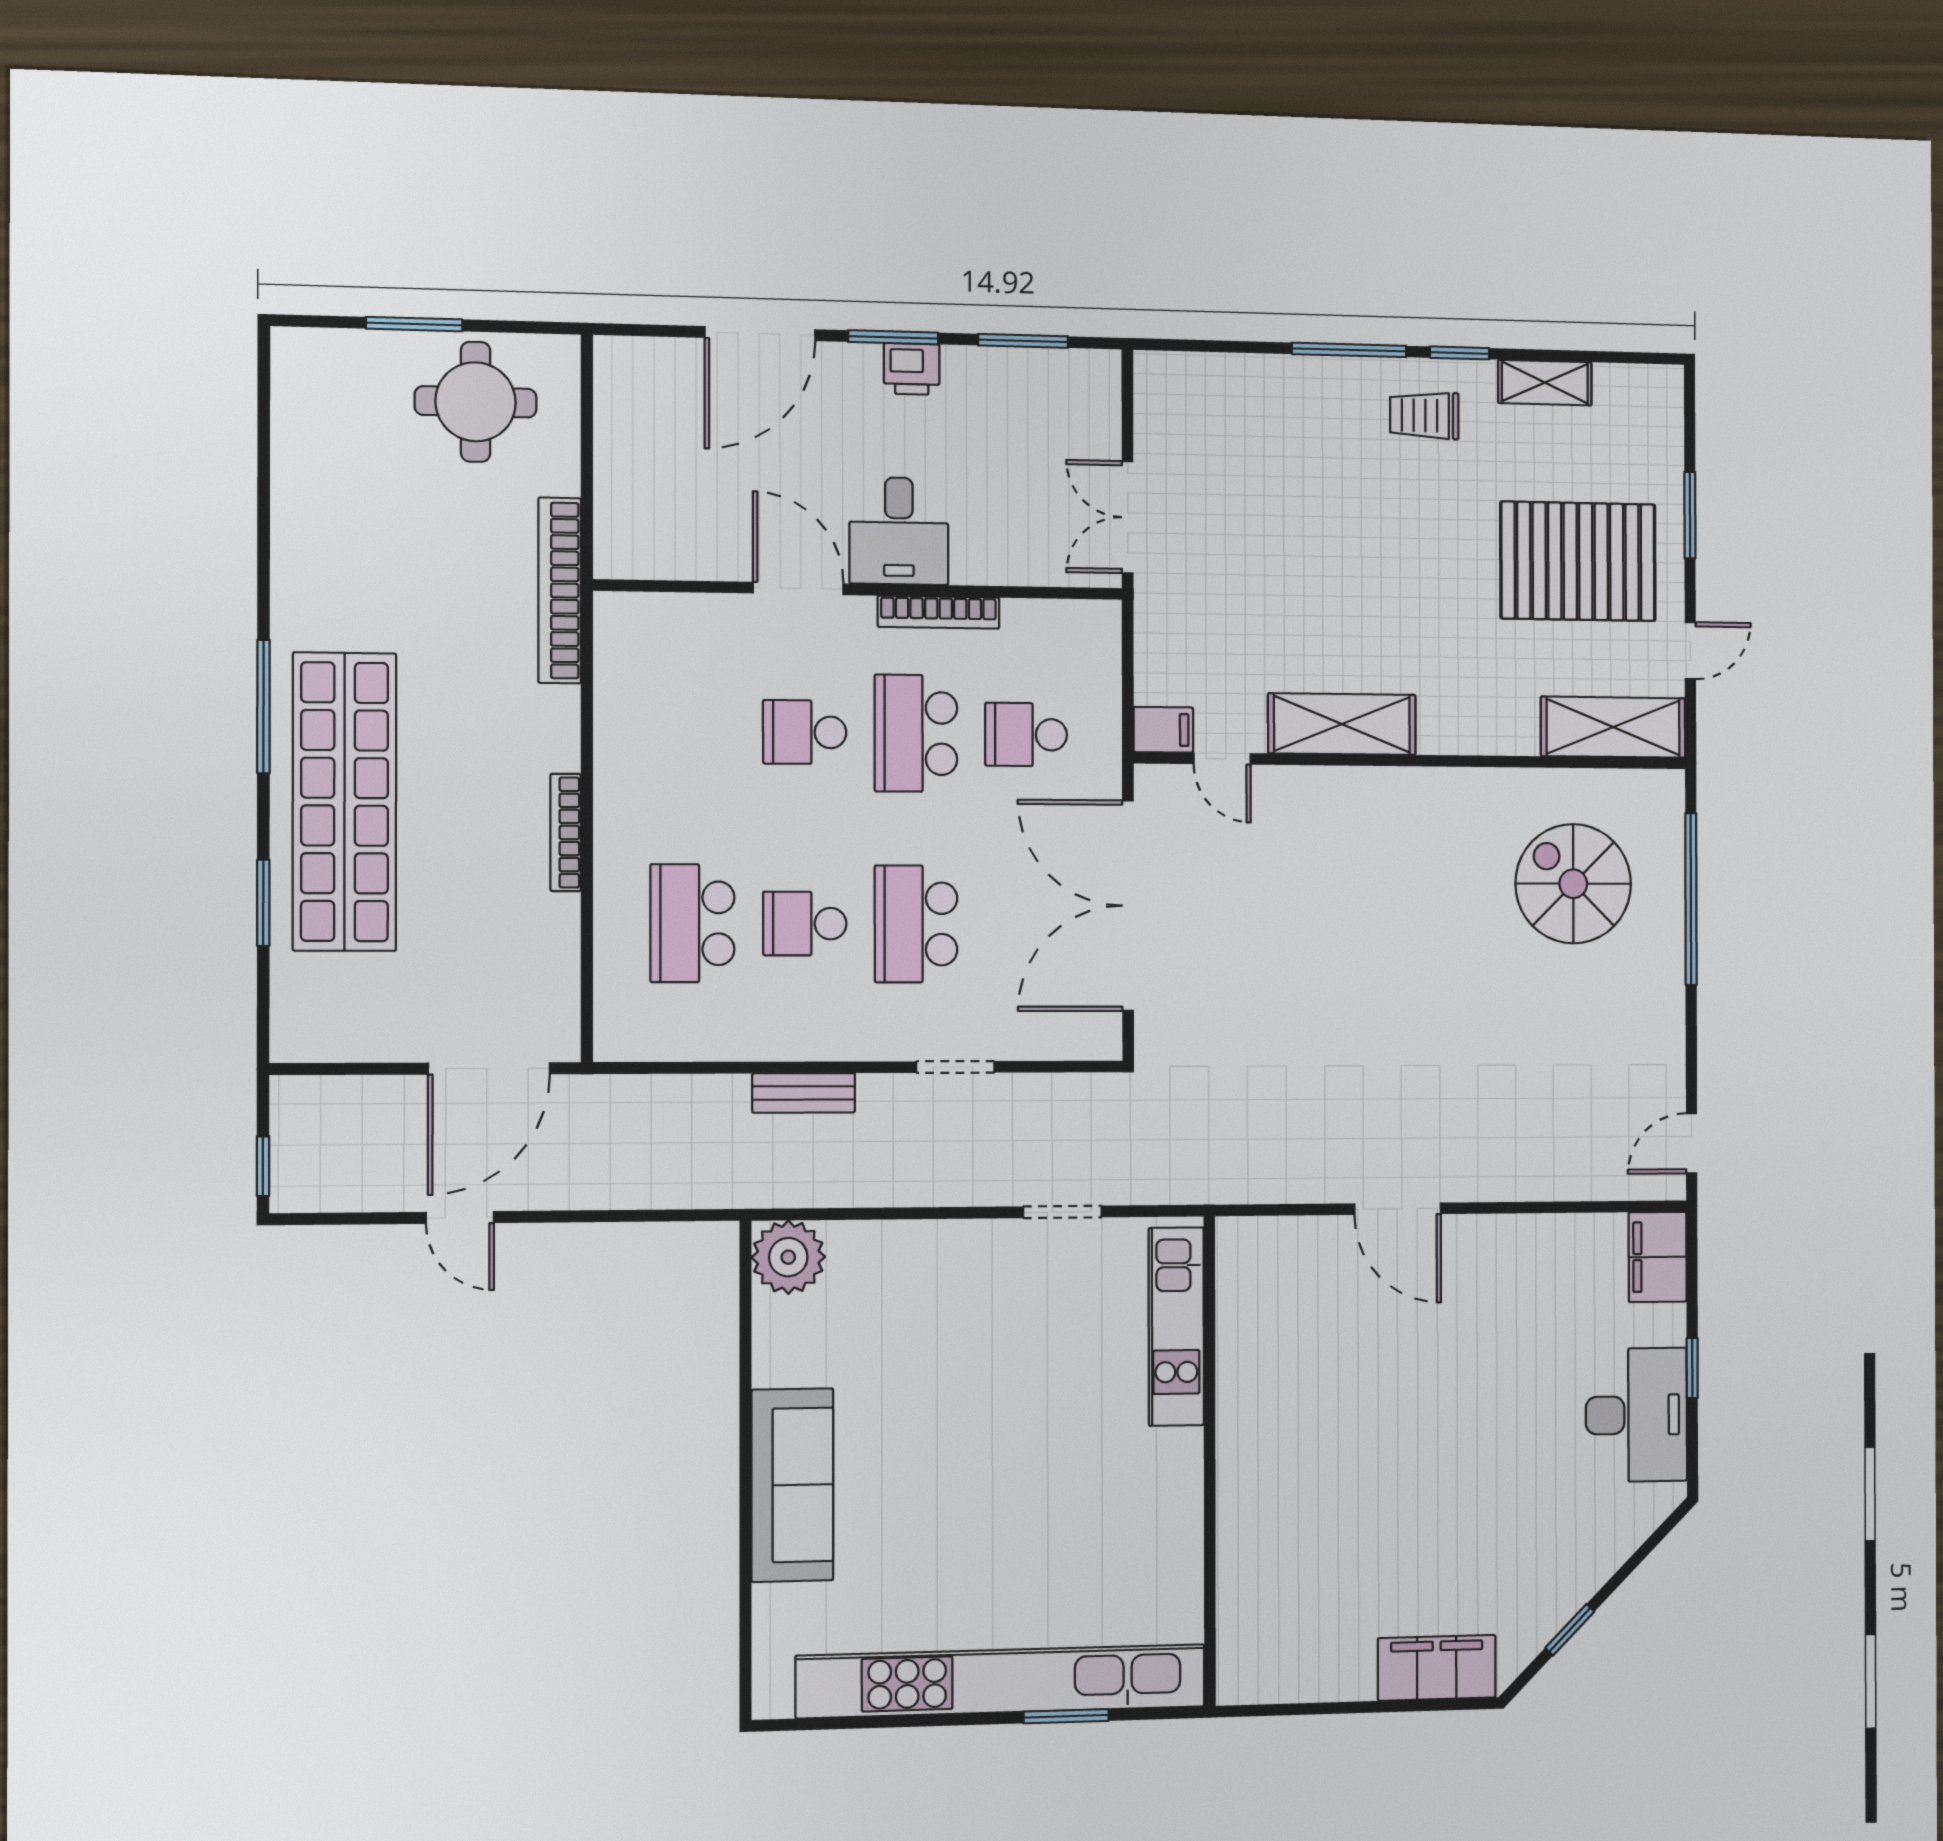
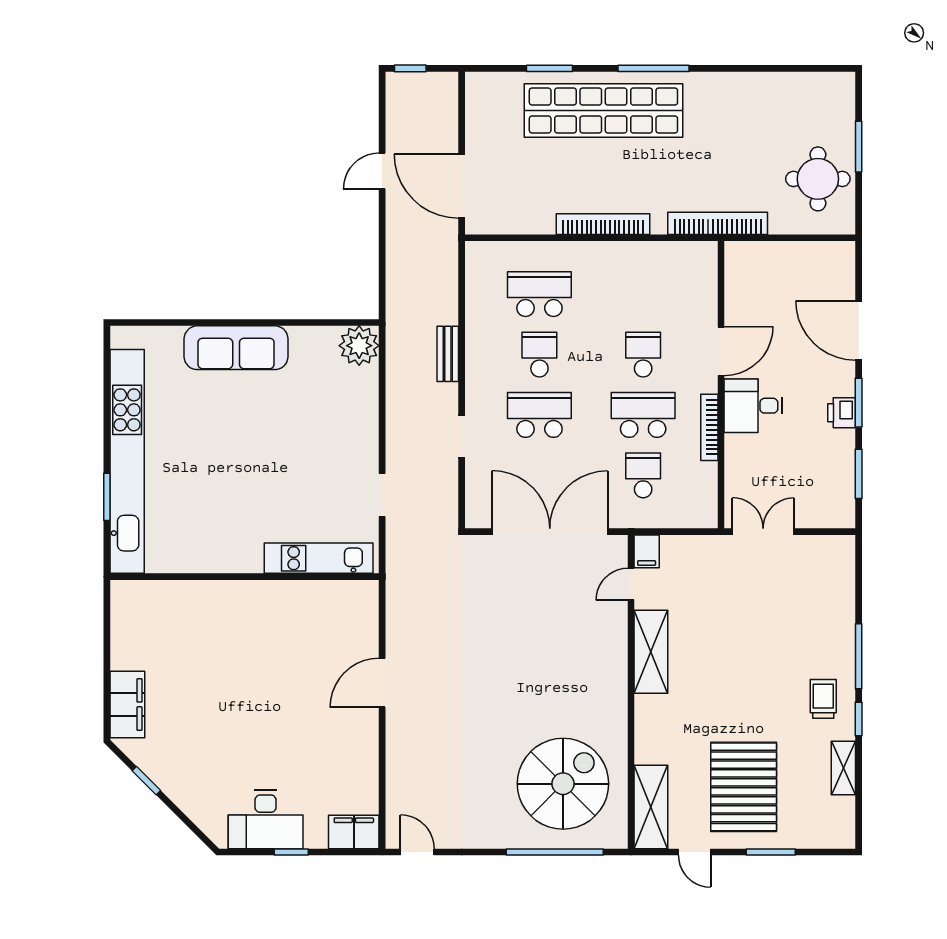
bookcase: (566, 832) -> (603, 224), width x1.48, depth x1.31
spiral stairs: (1573, 884) -> (563, 784), width x1.37, depth x1.37

